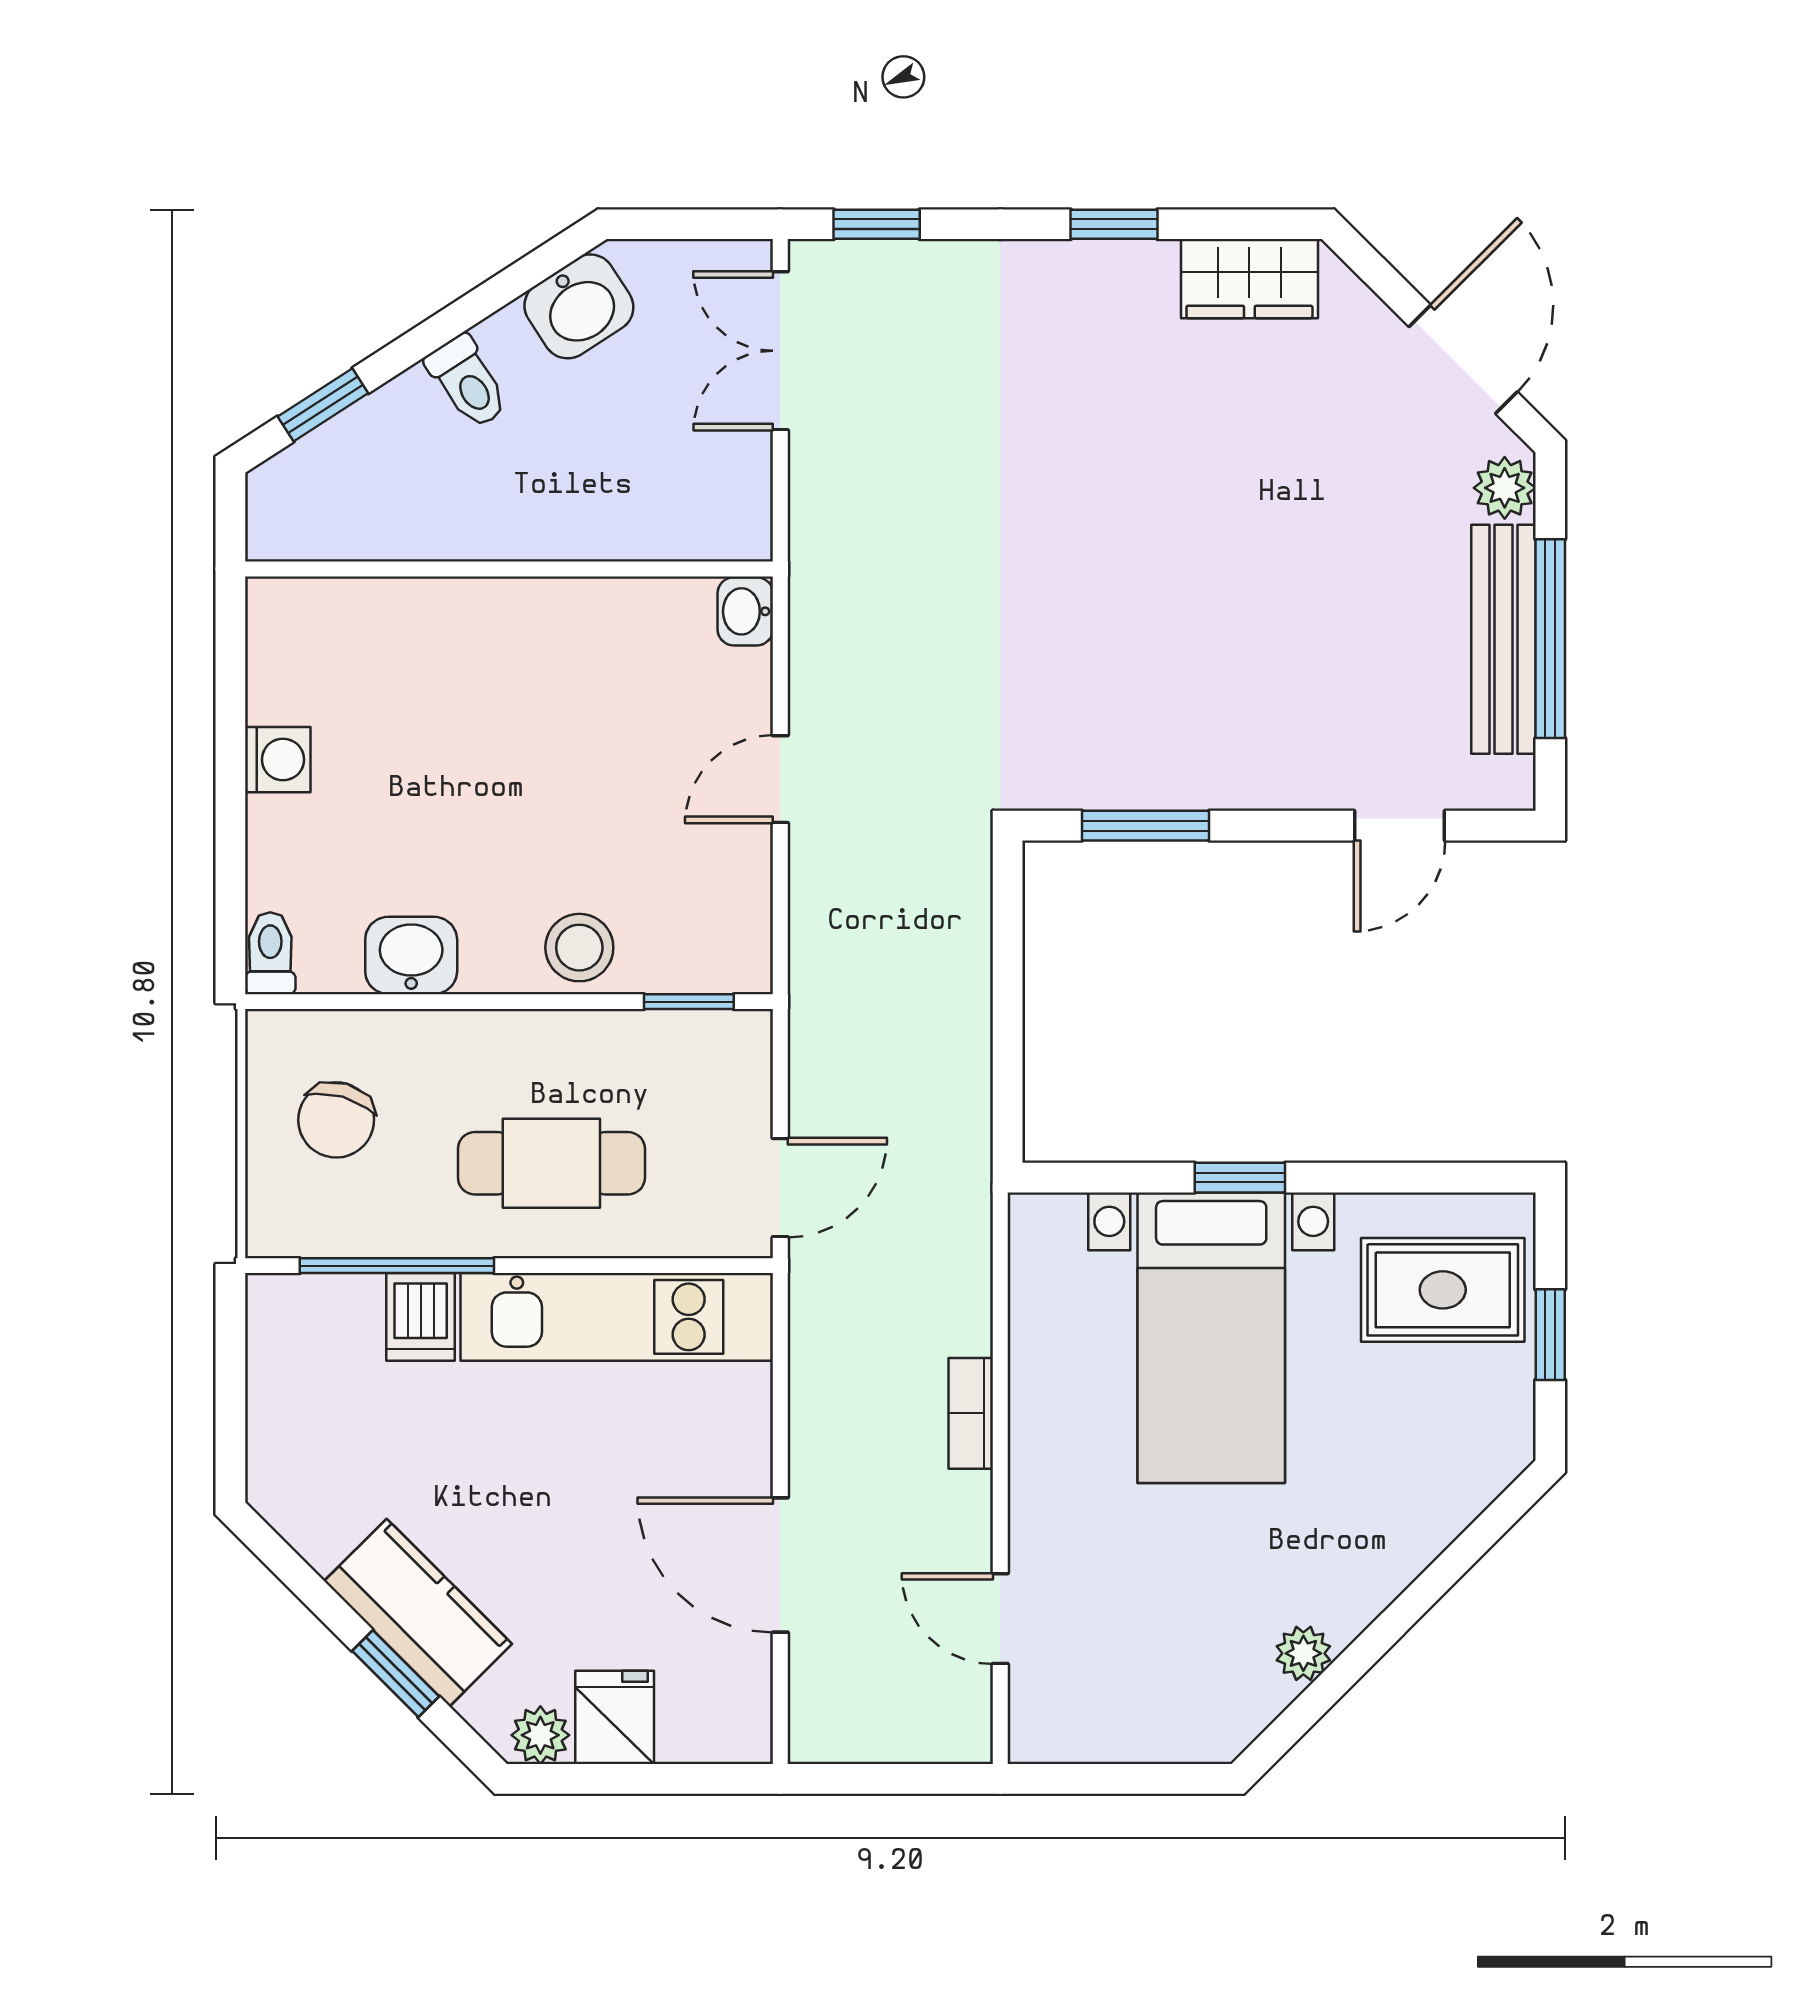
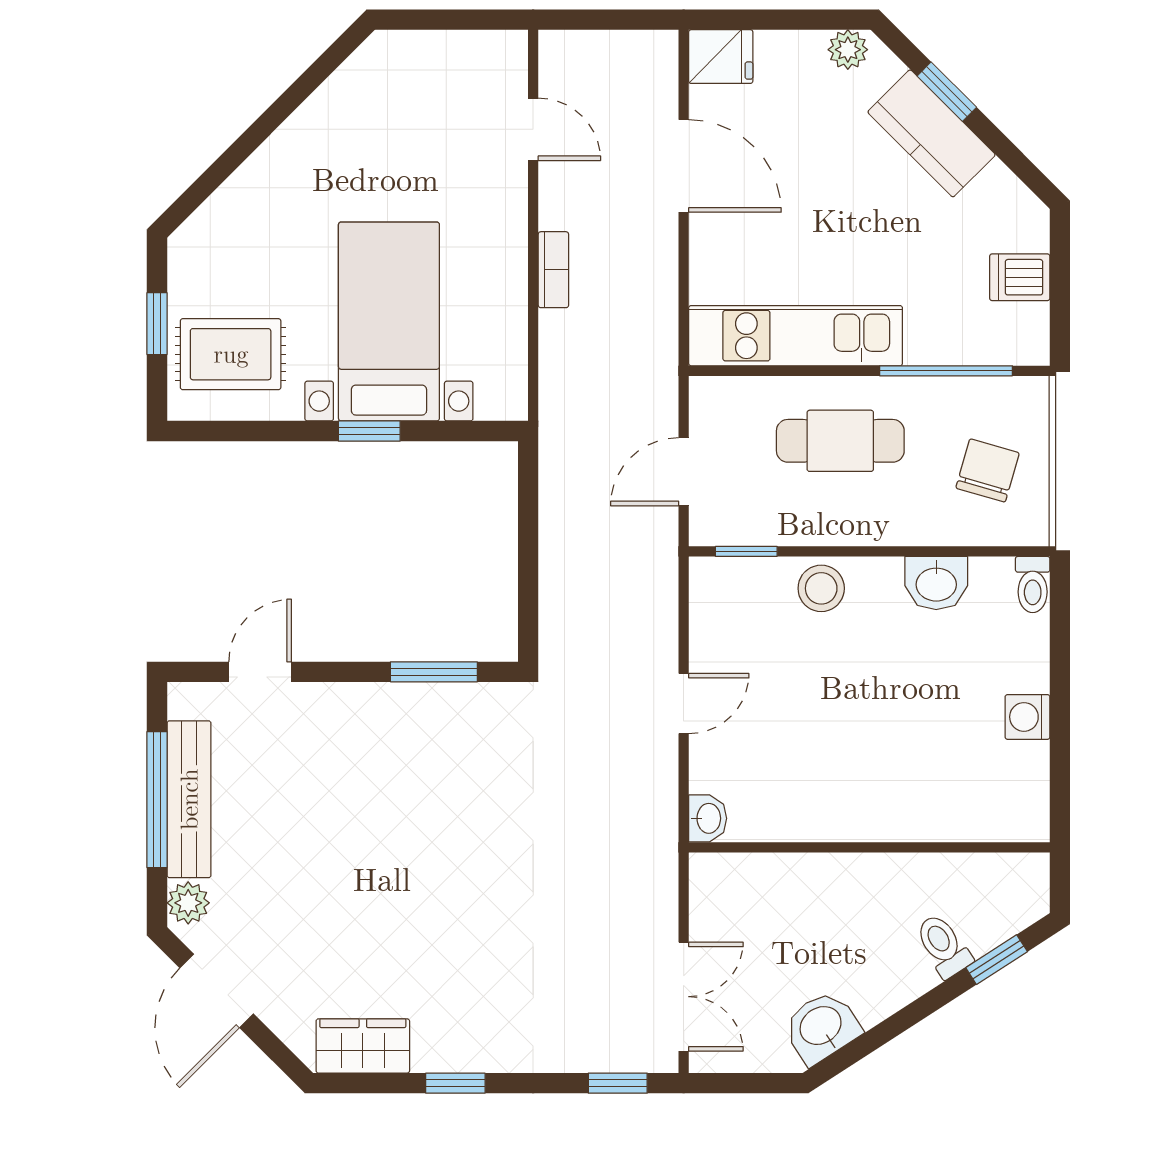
toilet: (468, 382) -> (943, 946), moved
door: (780, 1188) -> (684, 472), moved
dishwasher: (421, 1317) -> (1020, 277), moved, turned -90
plant: (1303, 1653) -> (326, 106), removed
fridge: (615, 1717) -> (721, 57), moved, turned -90

